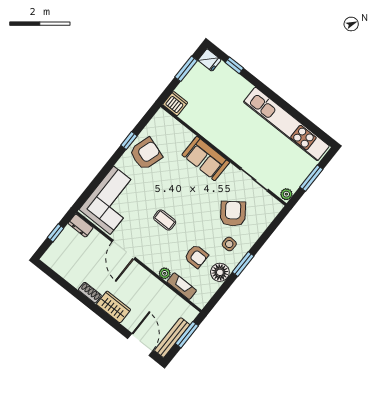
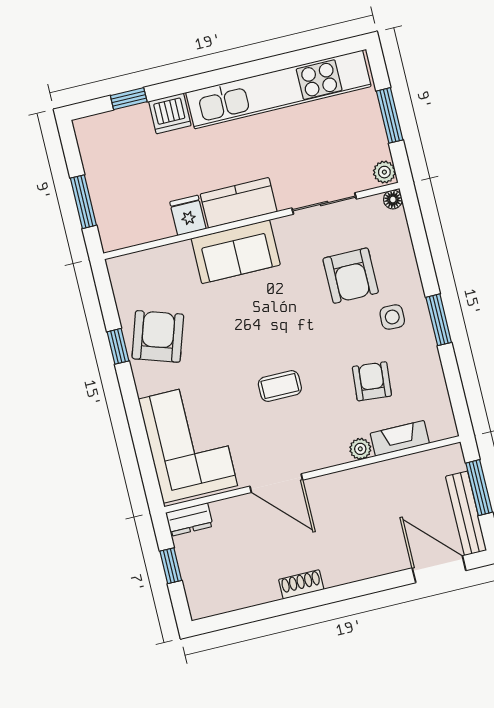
fridge: (209, 60) -> (188, 215), moved, turned -90
window: (186, 69) -> (83, 202), moved
dishwasher: (175, 104) -> (170, 113), moved, turned 180
kitchen counter: (227, 144) -> (239, 203), added
armchair: (233, 214) -> (351, 276), turned -144
armchair: (196, 256) -> (372, 381), turned -85
floor lamp: (220, 272) -> (393, 200), moved, width x0.53, depth x0.53
wardrobe: (114, 307) -> (351, 566), removed

